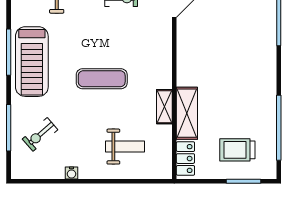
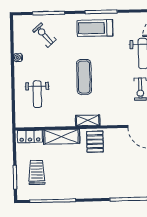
treadmill: (32, 62) -> (95, 28), width x0.73, depth x0.73
pallet: (195, 65) -> (95, 142), added
shelving: (164, 107) -> (88, 120), moved

